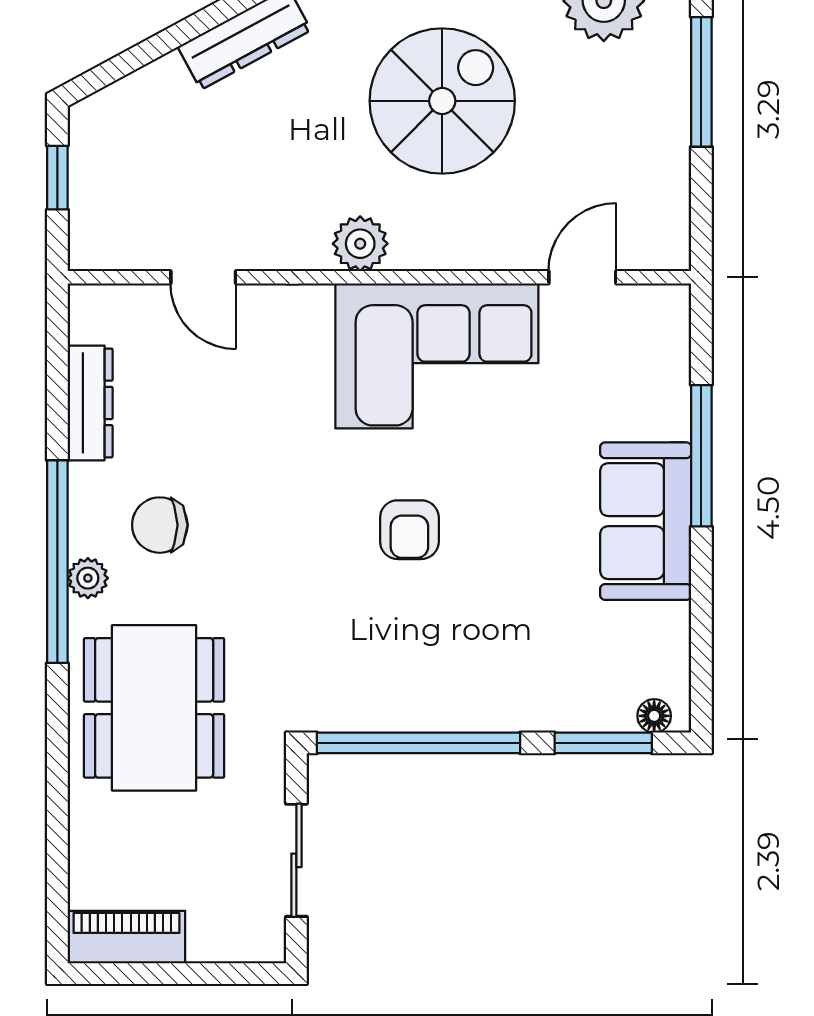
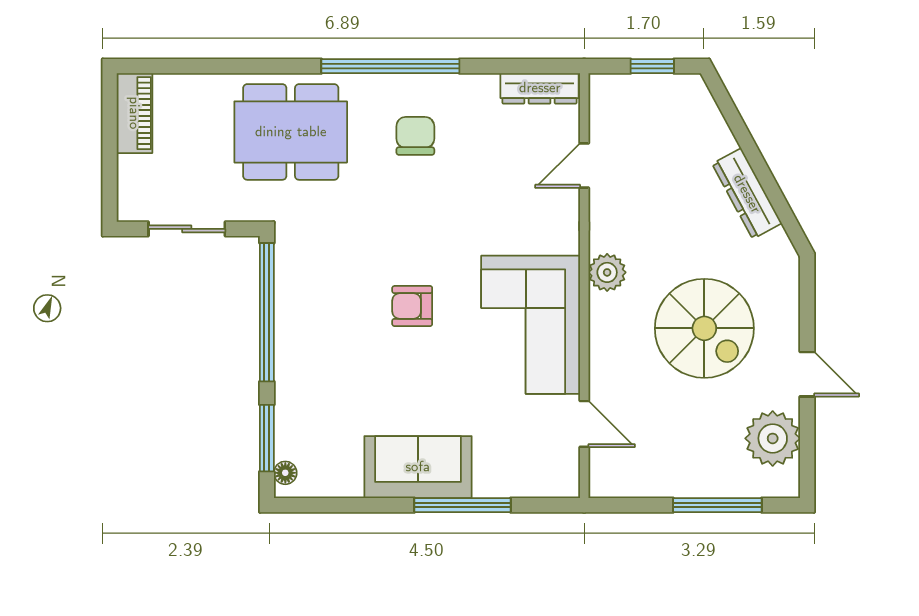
dresser: (90, 403) -> (540, 88), moved
plant: (88, 578) -> (379, 87), removed

